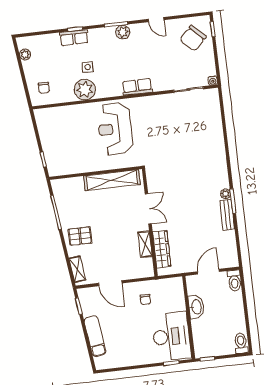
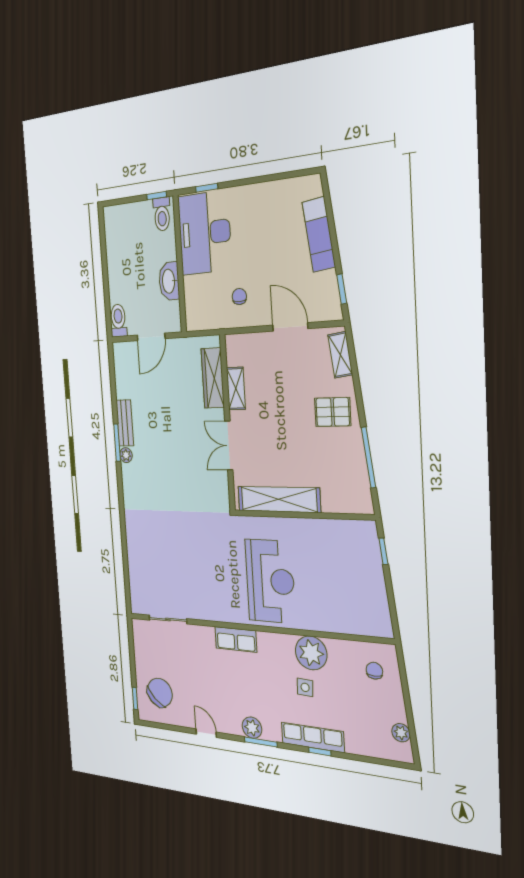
row of seats: (74, 38) -> (313, 737), width x1.48
water cooler: (213, 81) -> (137, 625), removed
toilet: (241, 343) -> (162, 214), moved

